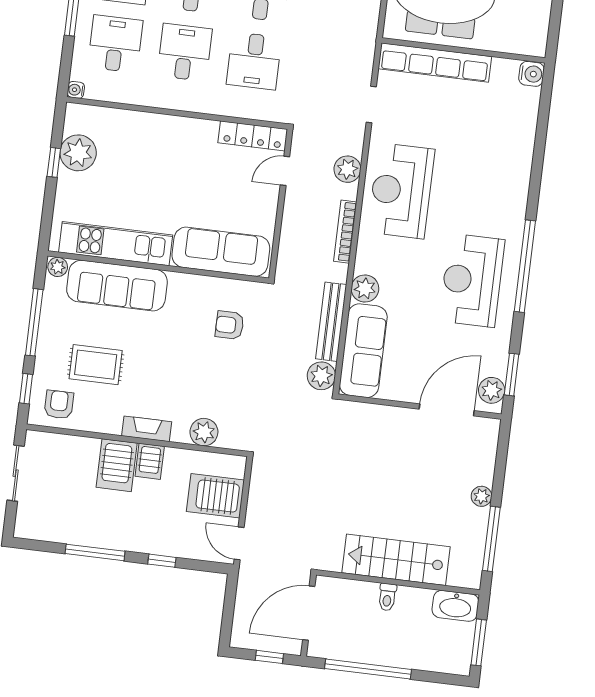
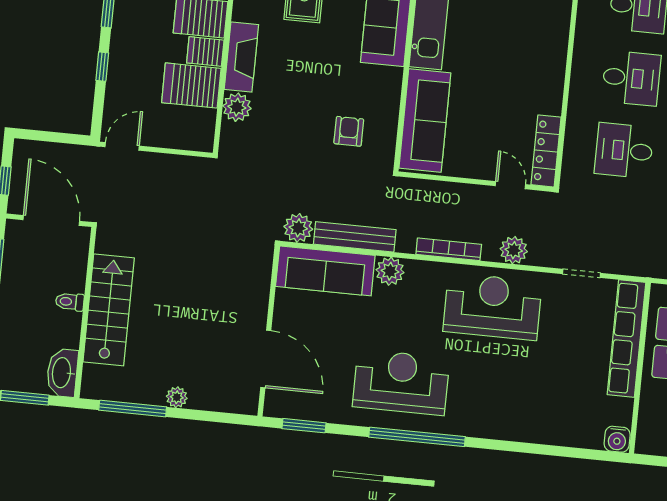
plant: (492, 390) -> (287, 405), removed
fireplace: (147, 429) -> (241, 57), width x1.37, depth x1.32
server rack: (215, 496) -> (191, 85), moved, turned -90

